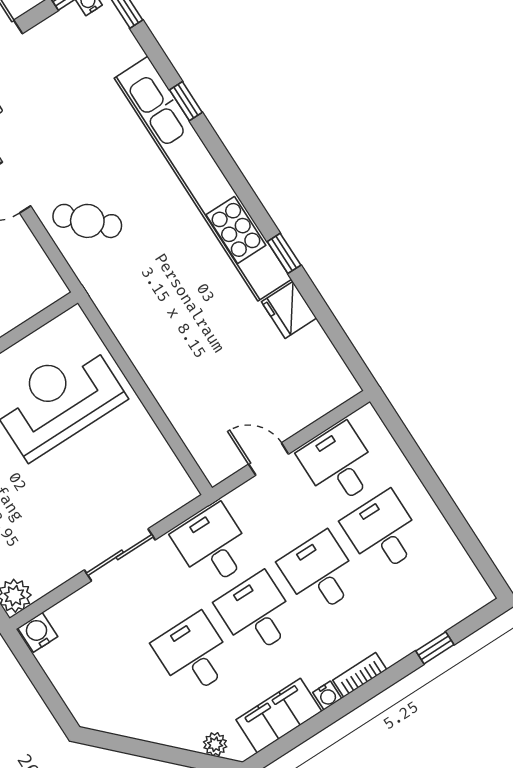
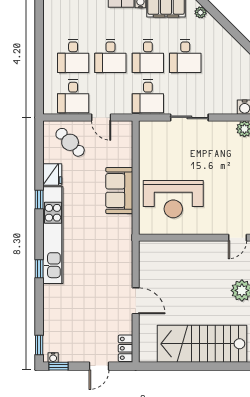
window: (186, 101) -> (39, 269), moved
kitchen unit: (203, 179) -> (53, 235), width x0.73
cafe table: (87, 221) -> (70, 142), moved
sofa: (159, 356) -> (119, 191), added

